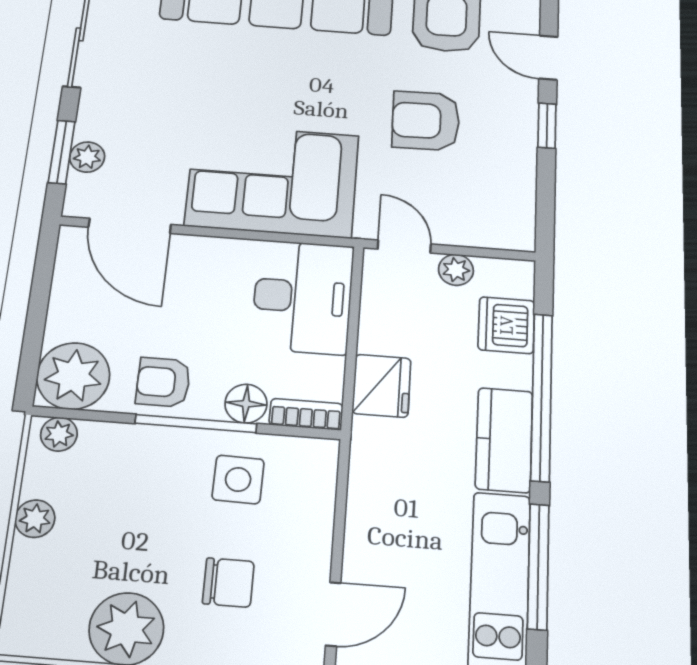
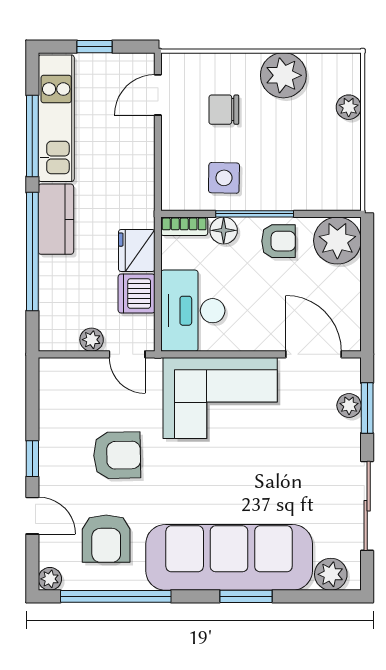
dishwasher: (506, 325) -> (137, 294), moved, turned 180
plant: (59, 434) -> (341, 199), removed
plant: (35, 519) -> (349, 107), moved

